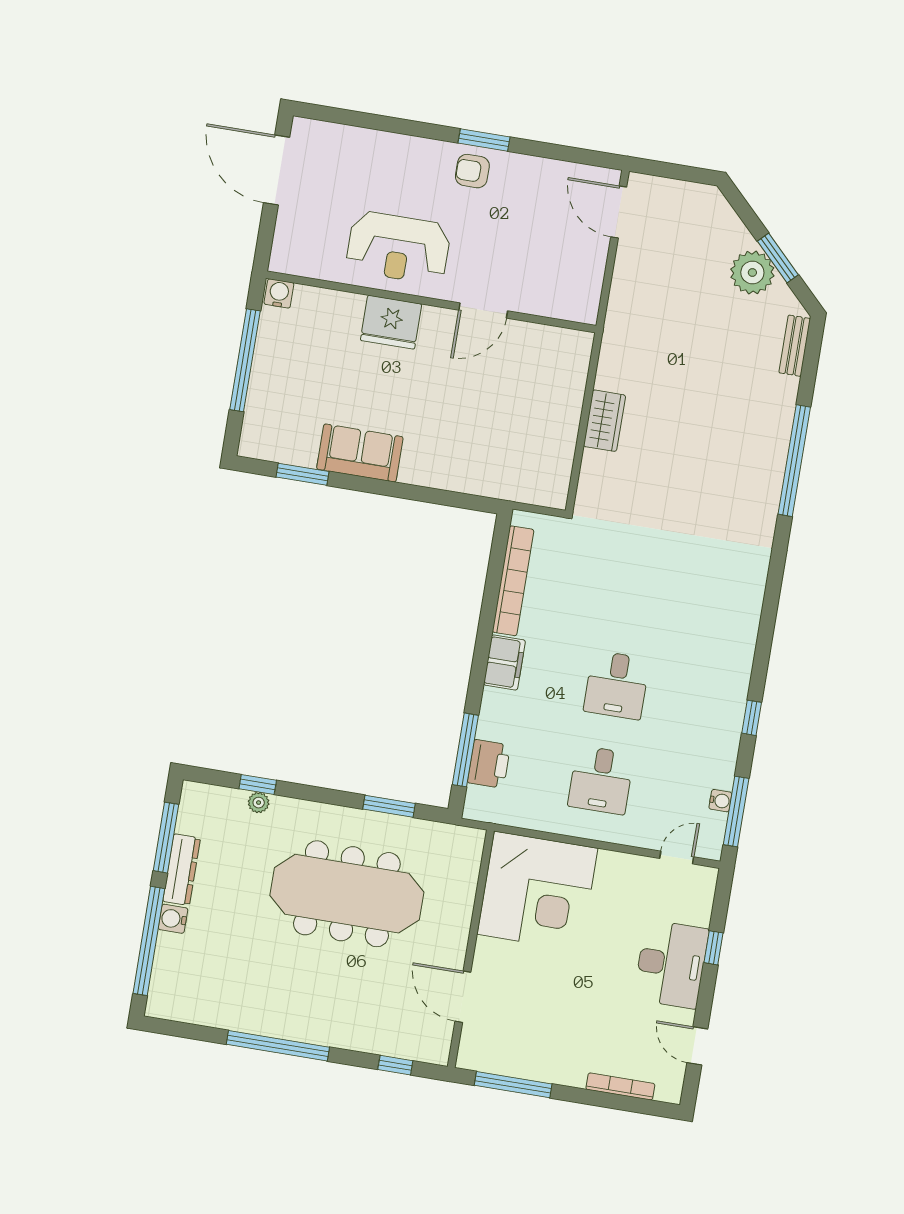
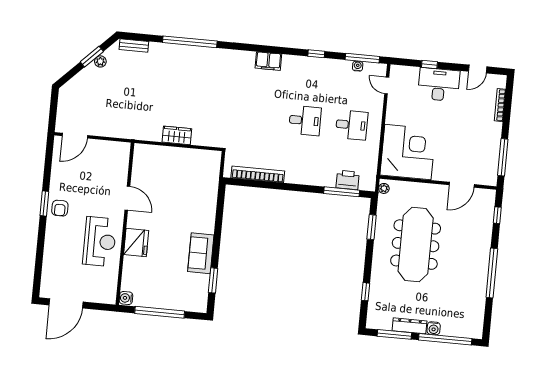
plant: (752, 273) -> (100, 61), width x0.53, depth x0.53
filing cabinet: (504, 662) -> (268, 61), moved, turned 180
plant: (259, 803) -> (384, 188), moved

